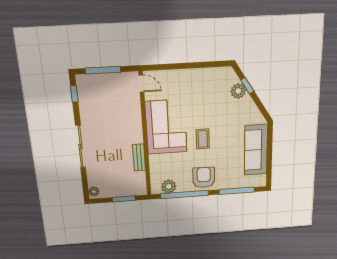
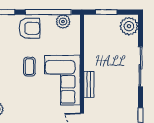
bench: (139, 158) -> (89, 84), moved
armchair: (204, 177) -> (29, 28), turned -91
plant: (94, 191) -> (129, 26), width x1.88, depth x1.88

